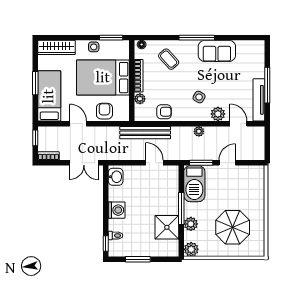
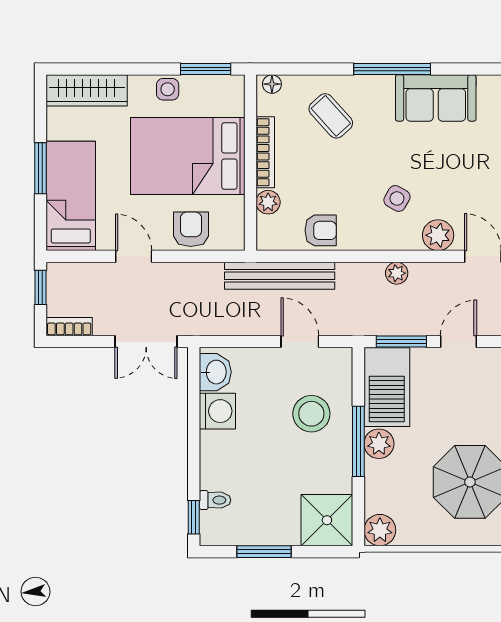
stool: (160, 196) -> (311, 414), added
washing machine: (117, 210) -> (217, 411), moved
plant: (191, 224) -> (379, 444), moved
shower: (167, 227) -> (327, 520), moved

